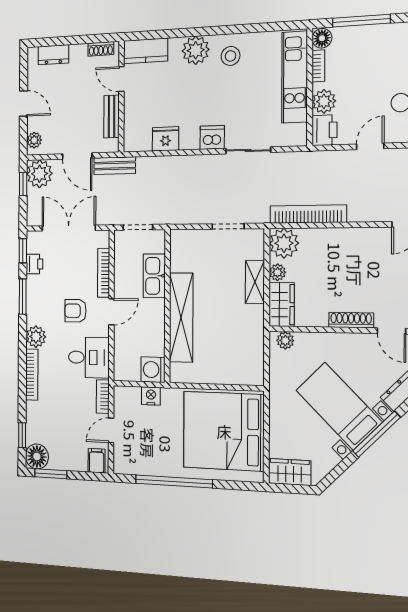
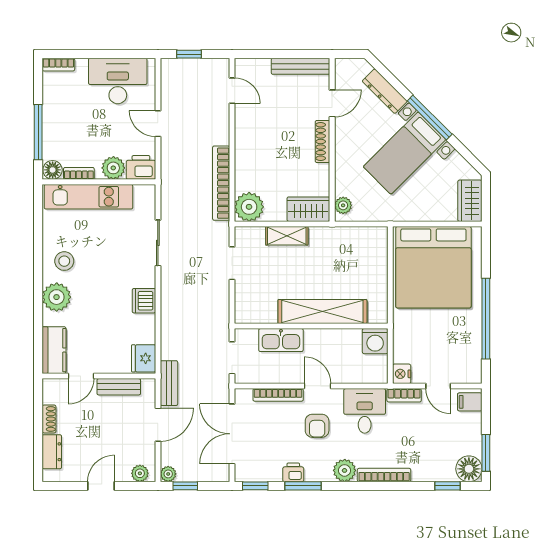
shoe rack: (101, 49) -> (49, 419), moved
dishwasher: (212, 137) -> (144, 301), moved
fridge: (165, 139) -> (144, 358), moved
plant: (40, 174) -> (168, 474), width x0.53, depth x0.53
printer: (34, 264) -> (293, 472), moved
plant: (277, 272) -> (277, 213), removed
nightstand: (151, 396) -> (402, 374), moved

